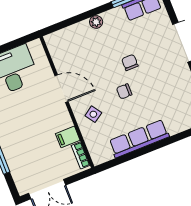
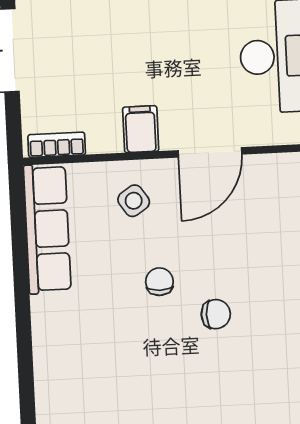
filing cabinet: (68, 137) -> (141, 129), moved
row of seats: (139, 139) -> (47, 229), moved

